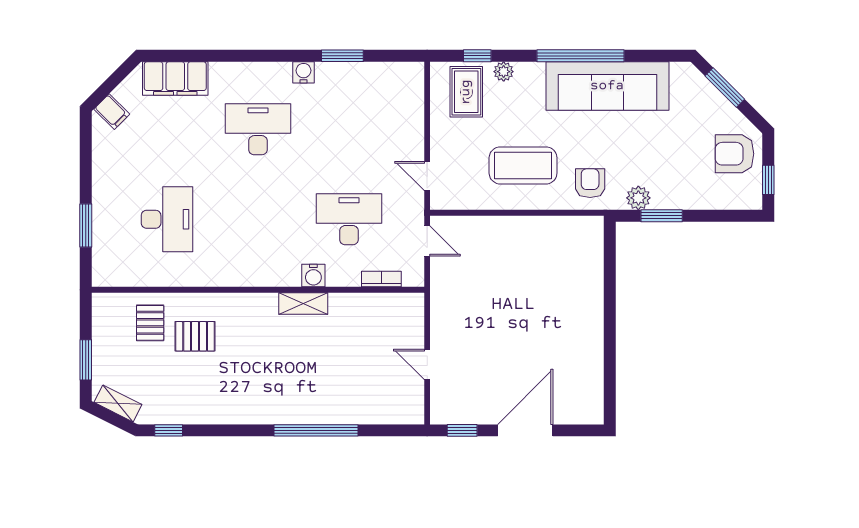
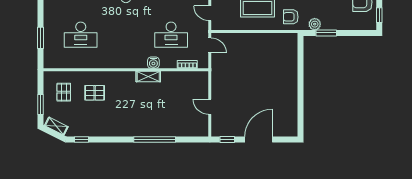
armchair: (590, 183) -> (291, 17), turned -90
desk: (167, 219) -> (81, 35), turned 90
desk: (349, 219) -> (171, 35), turned 180
pallet: (150, 323) -> (64, 92), moved

